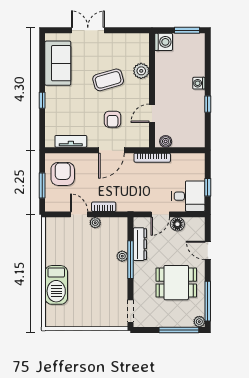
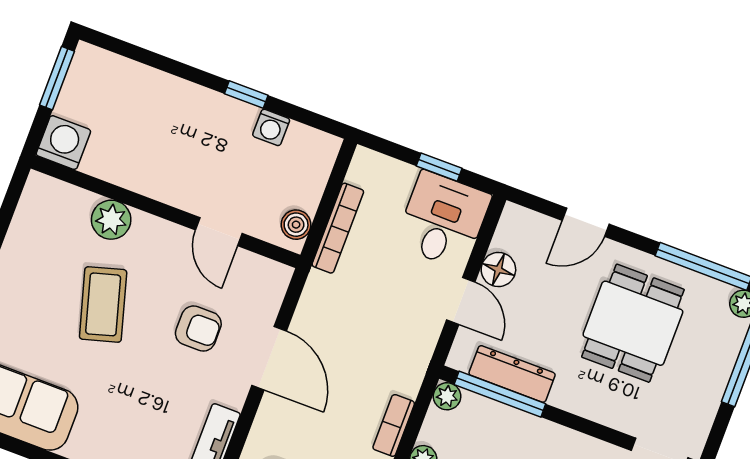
washing machine: (199, 83) -> (271, 127), moved
bookcase: (152, 158) -> (338, 228), moved
plant: (122, 256) -> (447, 396), moved
window: (131, 260) -> (500, 394), moved

